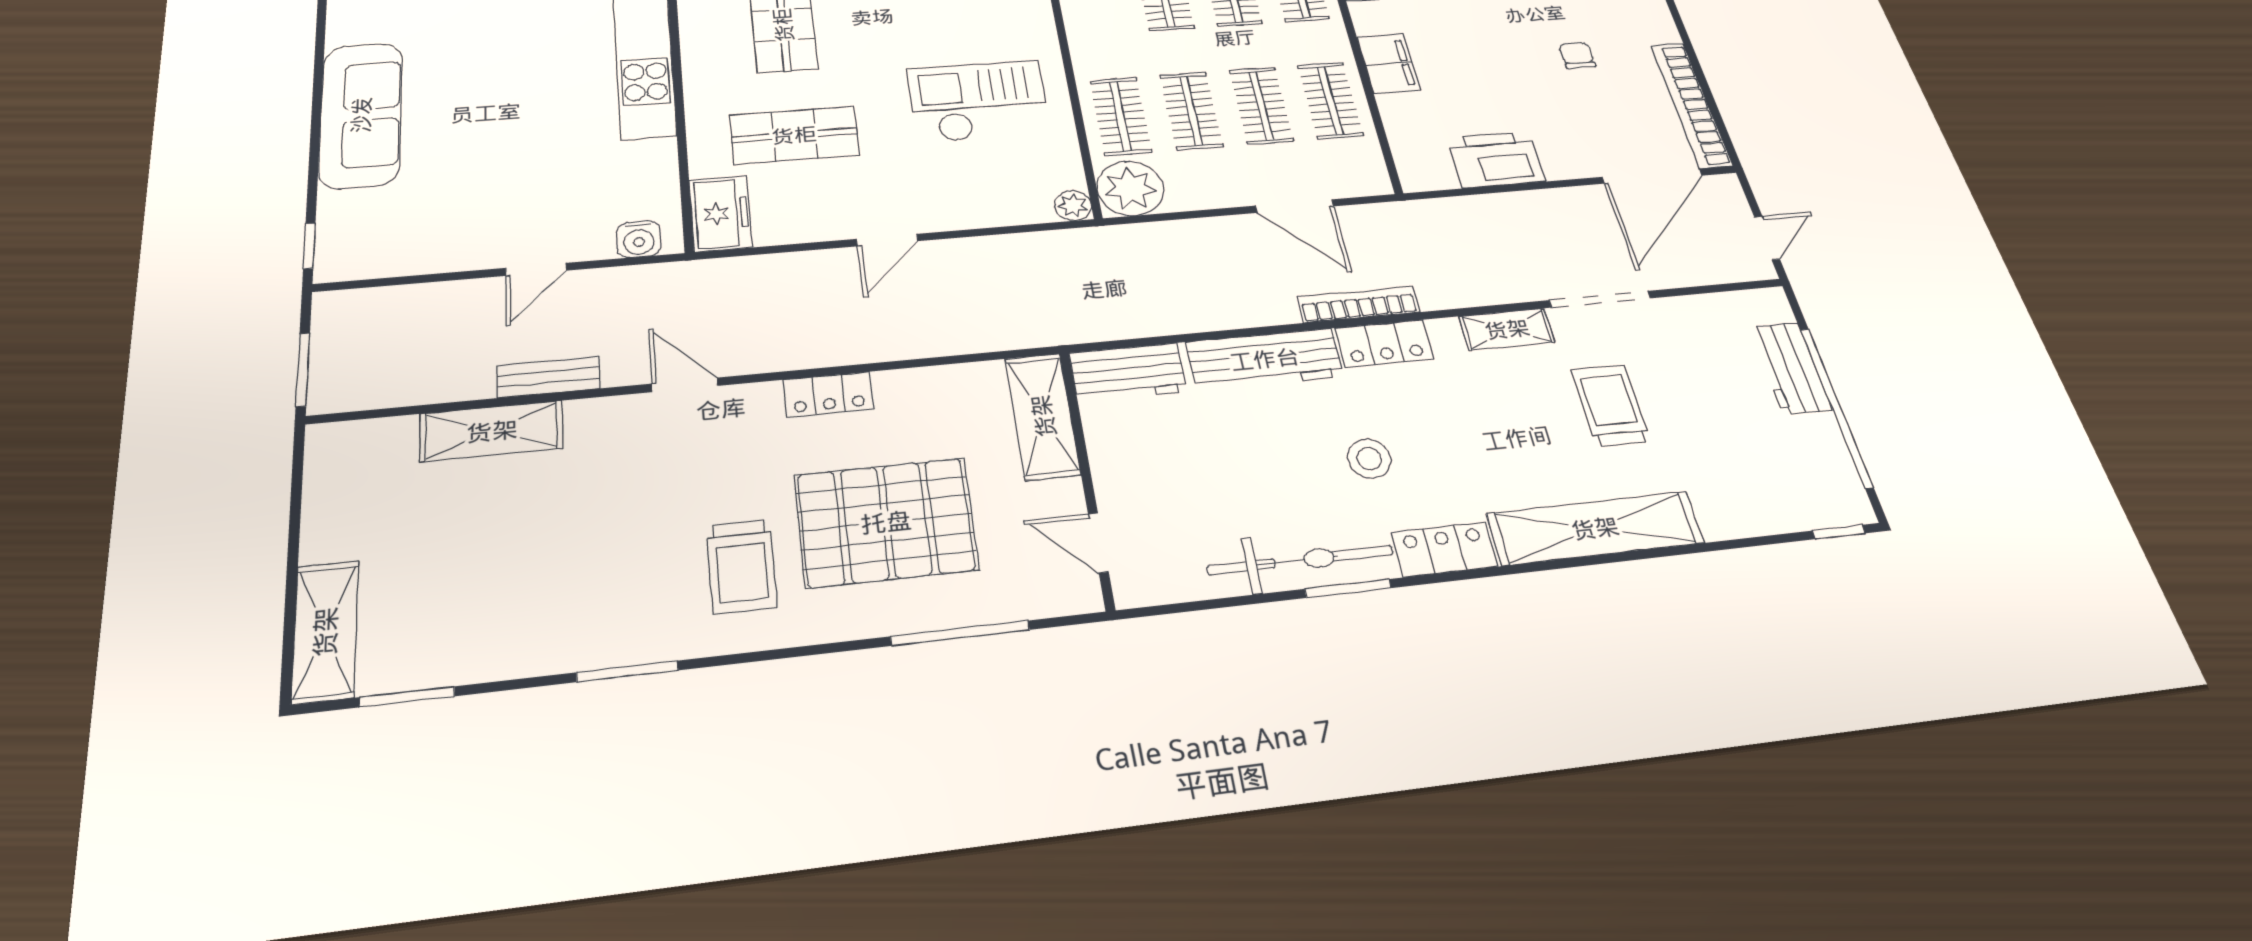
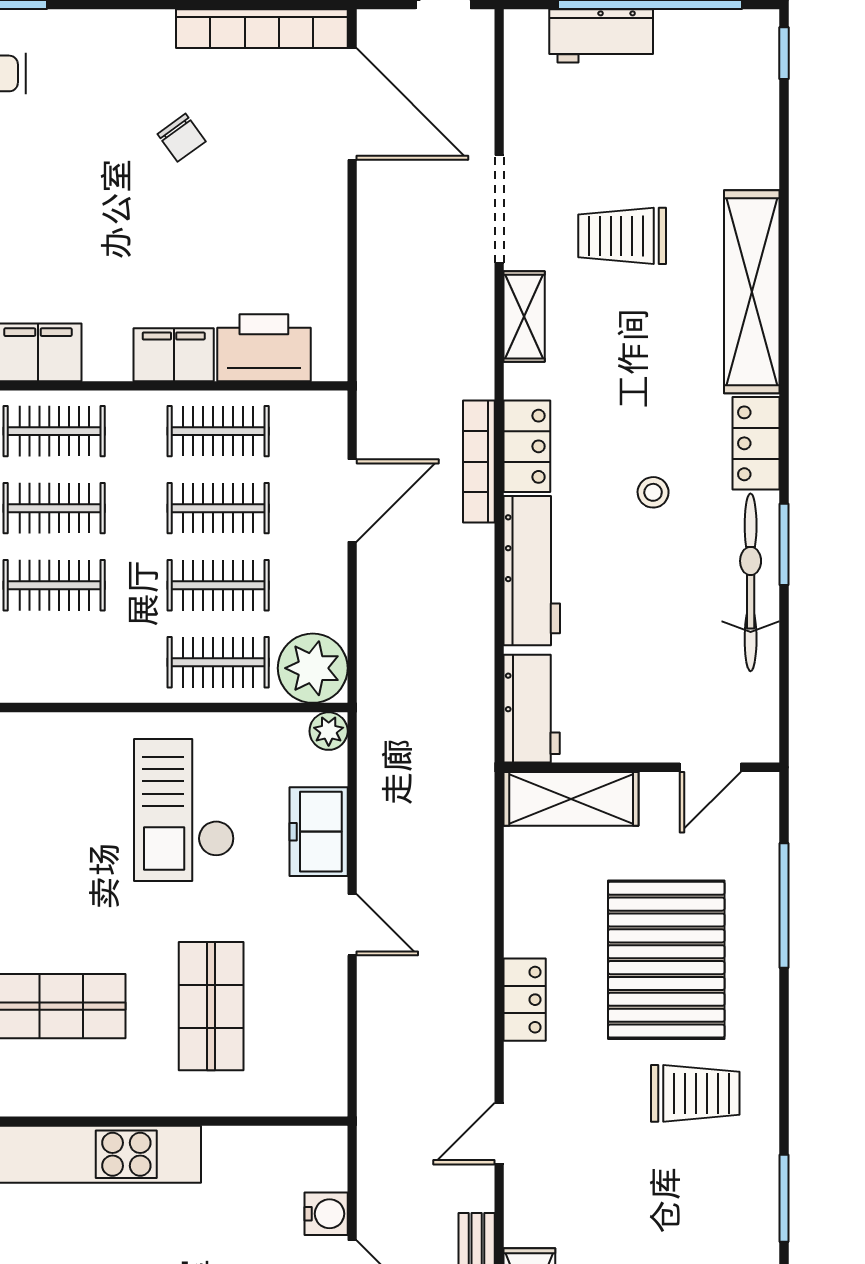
chair: (1577, 56) -> (182, 138), turned -126
printer: (1496, 160) -> (264, 348), moved, turned 90
freezer: (721, 214) -> (319, 832), moved, turned -90
water cooler: (639, 239) -> (326, 1214), moved
stool: (1369, 459) -> (653, 492), width x0.73, depth x0.73

